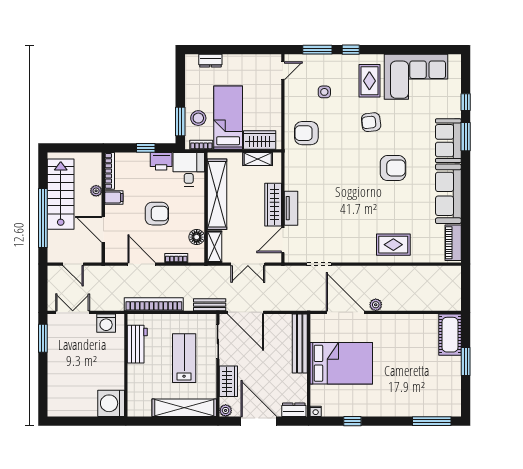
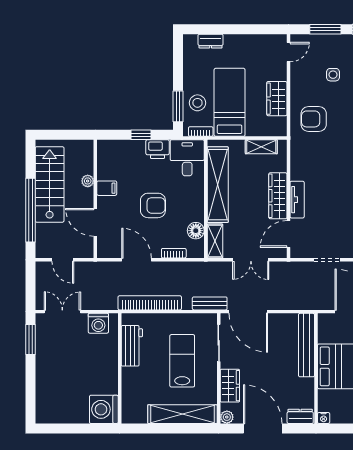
wardrobe: (260, 140) -> (277, 99), moved, turned -90
bookcase: (110, 171) -> (102, 160), removed

